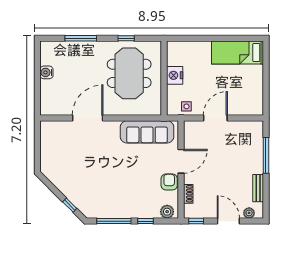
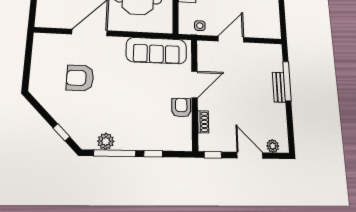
armchair: (82, 159) -> (80, 78), added
bench: (258, 188) -> (279, 87), moved
plant: (167, 212) -> (106, 141), moved

